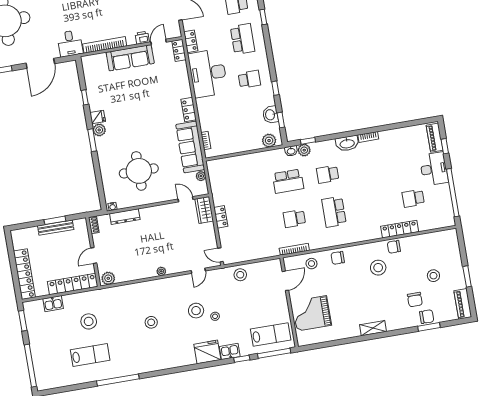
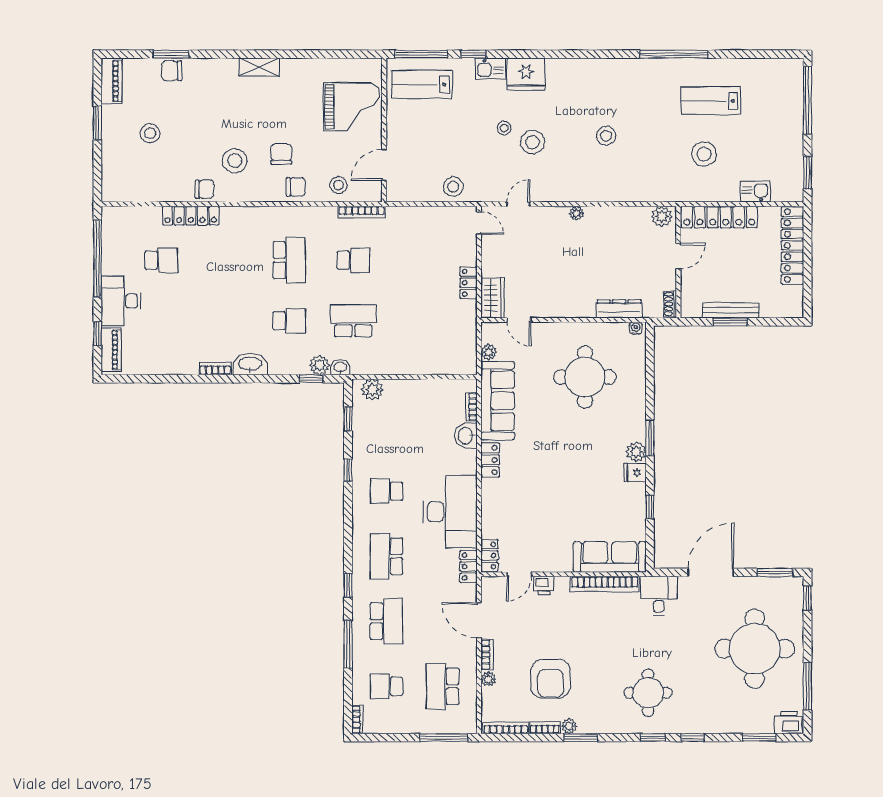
sofa: (130, 58) -> (610, 557), moved
washbasin: (270, 115) -> (466, 436), moved, turned 180
chair: (415, 300) -> (281, 154), moved

